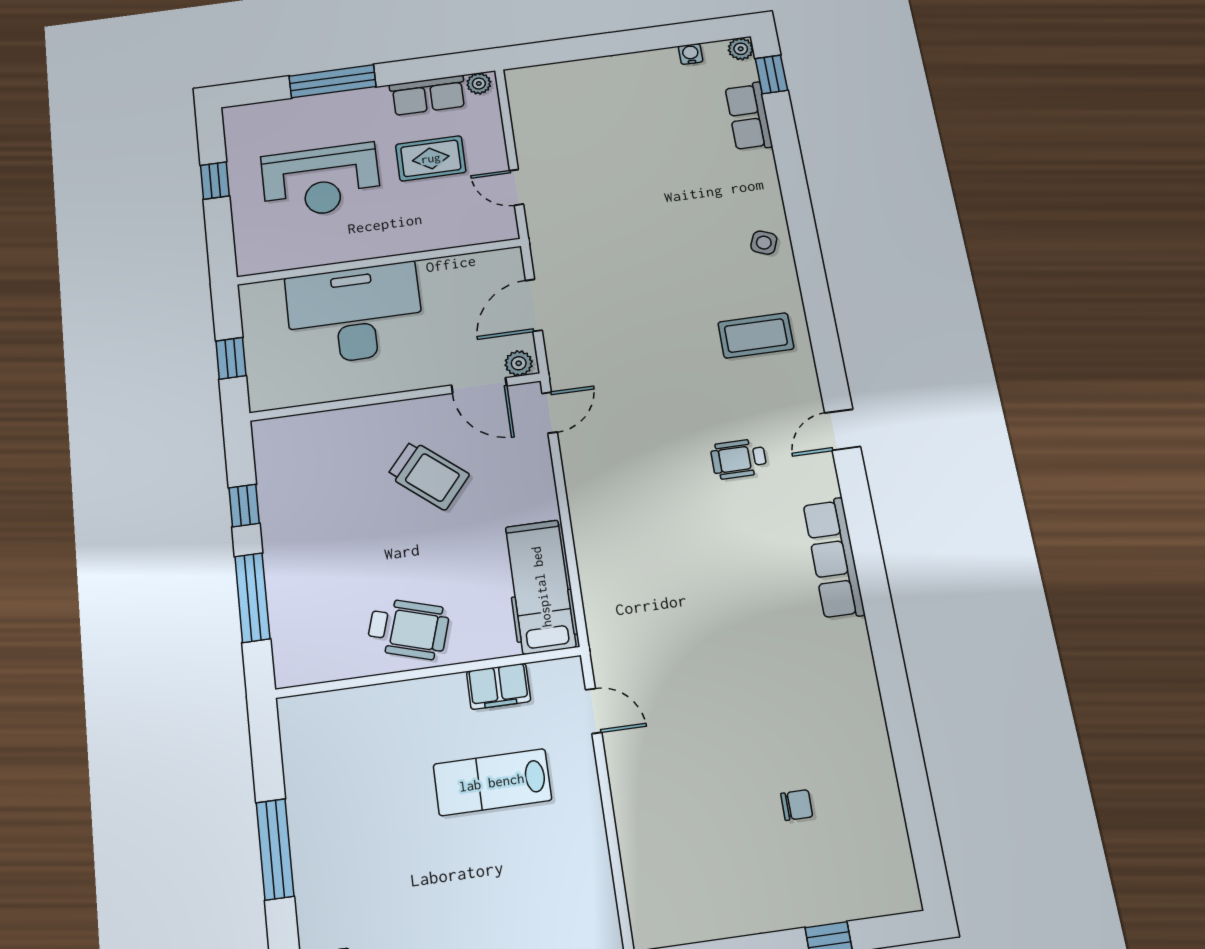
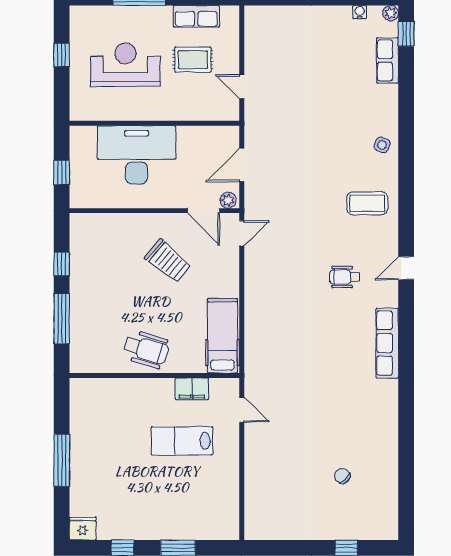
plant: (479, 84) -> (228, 13), removed
reception desk: (321, 181) -> (125, 65), turned 180
chair: (797, 805) -> (342, 476), turned -135

